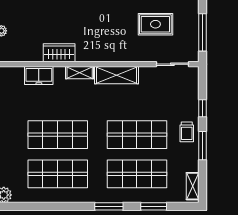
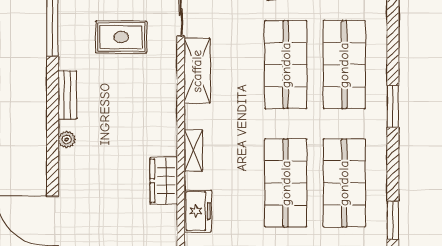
rug: (155, 24) -> (121, 37), turned 90
shelving: (116, 75) -> (197, 71), moved
window: (154, 206) -> (393, 220), moved

